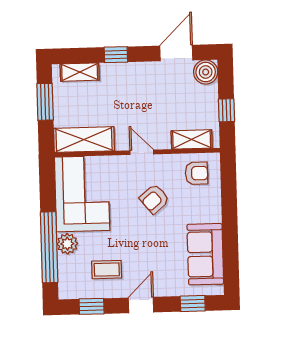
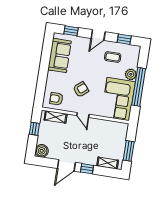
door: (176, 53) -> (66, 165), moved
shelving: (84, 140) -> (112, 127), removed
window: (49, 247) -> (139, 87), moved

